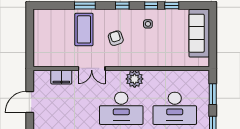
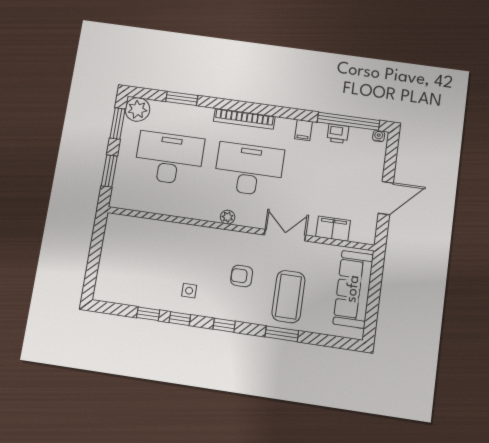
sofa: (199, 33) -> (353, 289), moved, turned 180
armchair: (116, 38) -> (242, 276), turned 108
plant: (135, 79) -> (228, 217), width x0.53, depth x0.53

